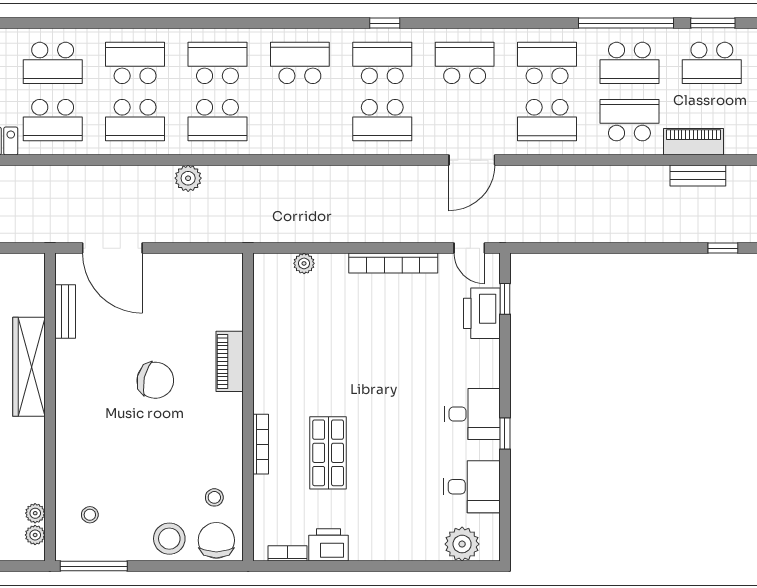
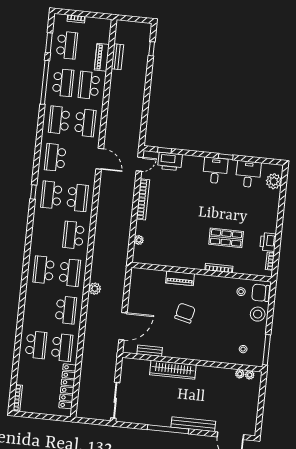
school desk: (135, 63) -> (40, 307), removed
school desk: (300, 63) -> (74, 235), moved

